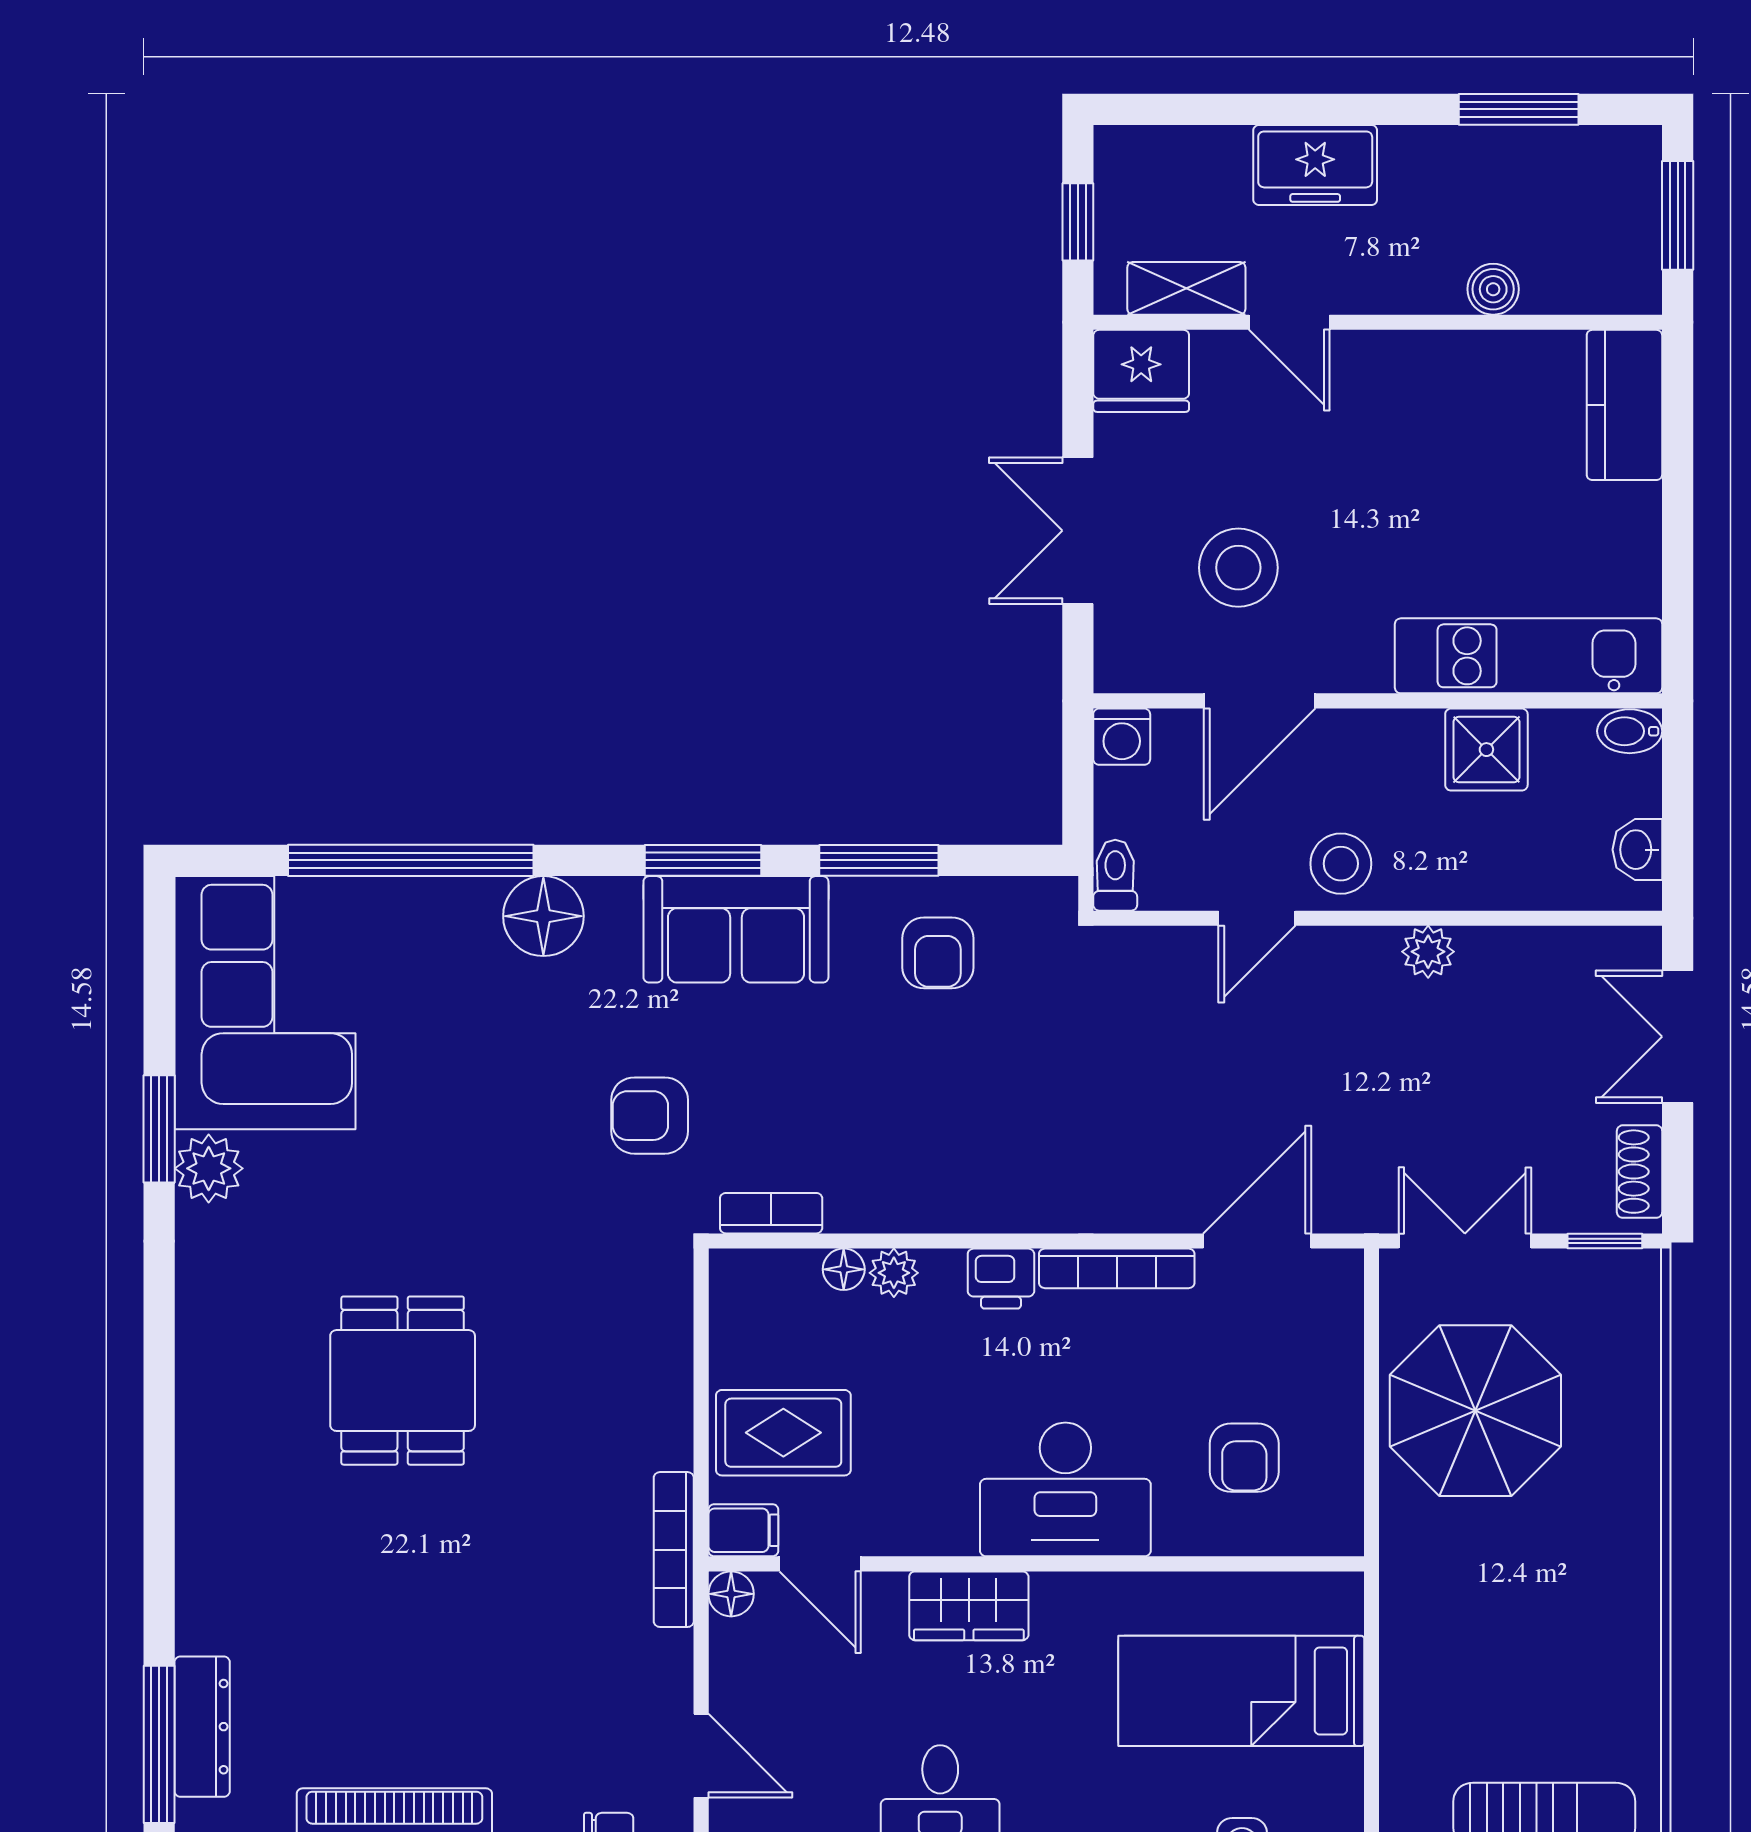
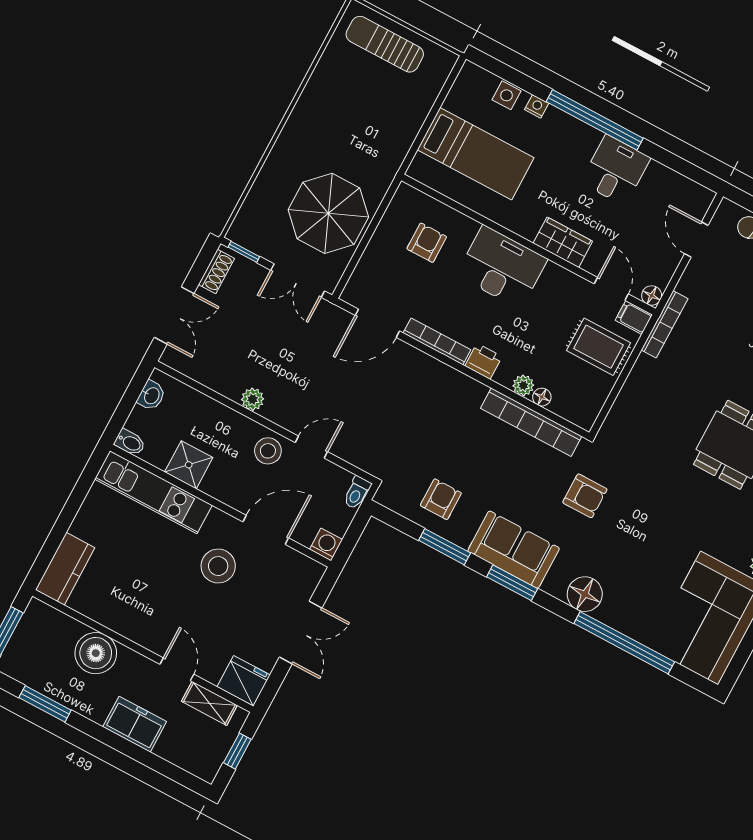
boiler: (1493, 289) -> (96, 653), width x1.86, depth x1.86
stool: (1238, 568) -> (218, 566), moved
bookcase: (771, 1213) -> (531, 422), width x2.31, depth x1.31

